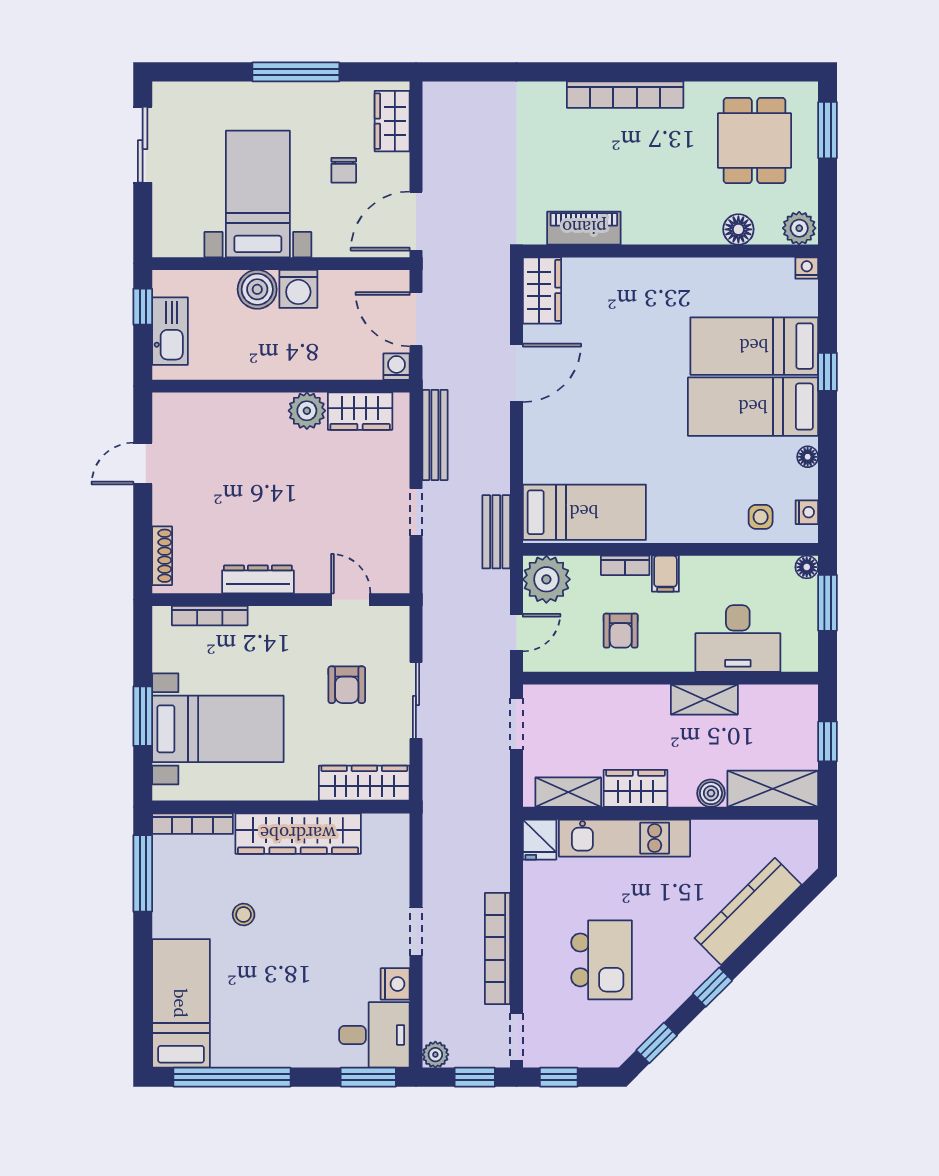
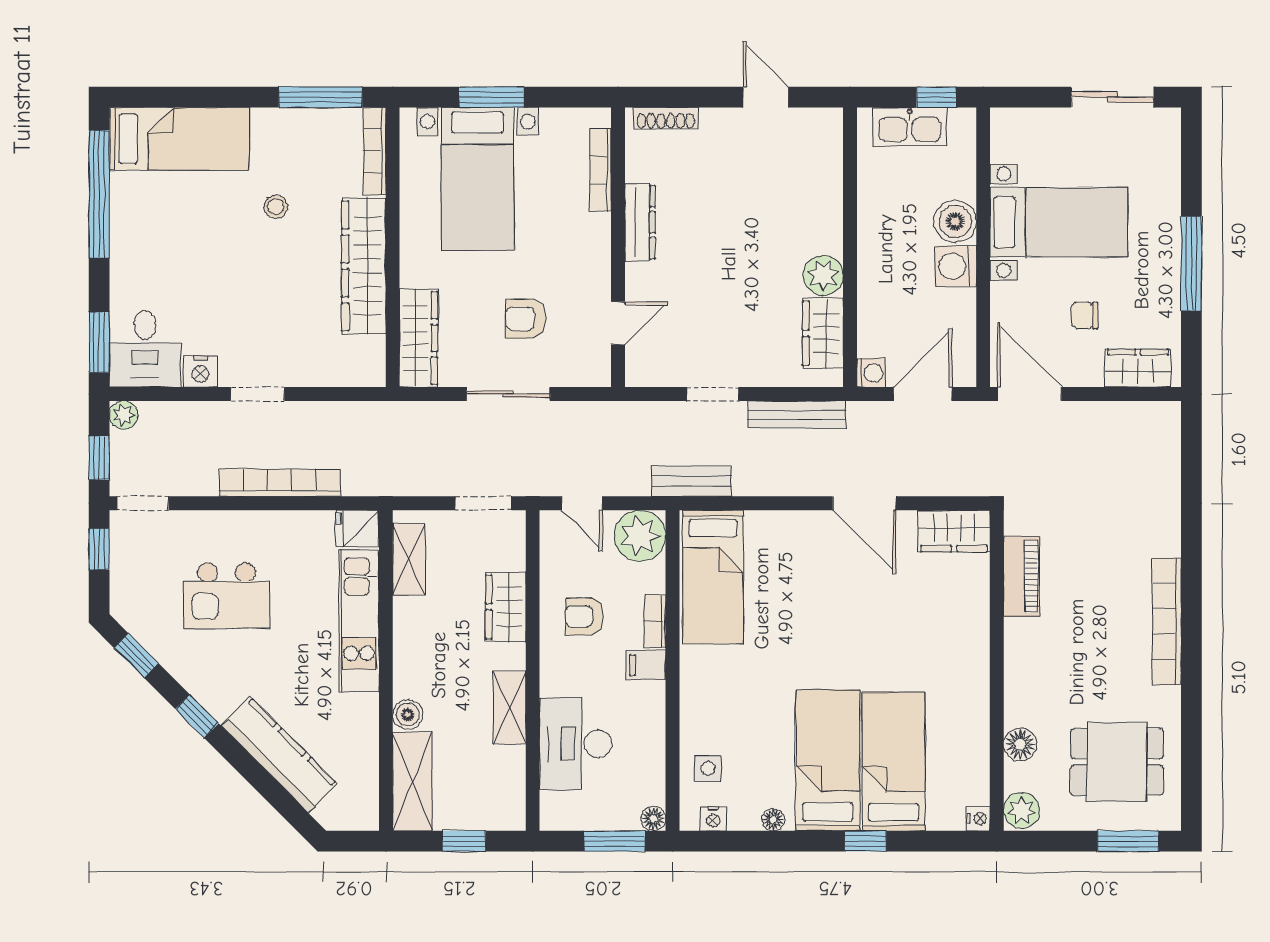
wardrobe: (636, 788) -> (506, 607), moved, turned 180
bookcase: (498, 948) -> (280, 483), moved

